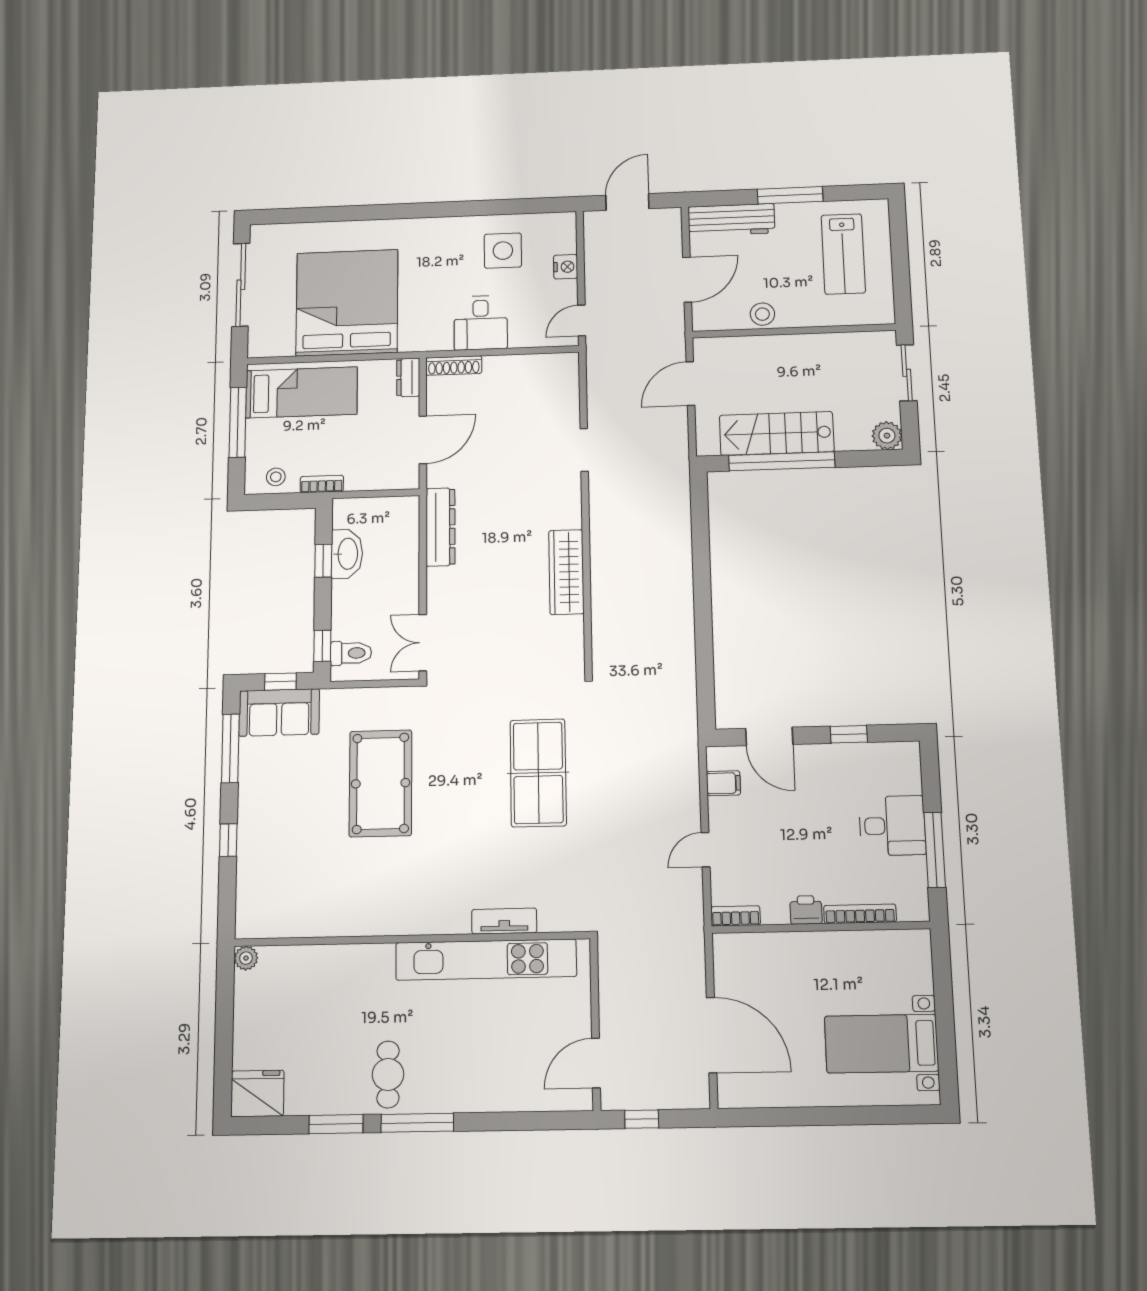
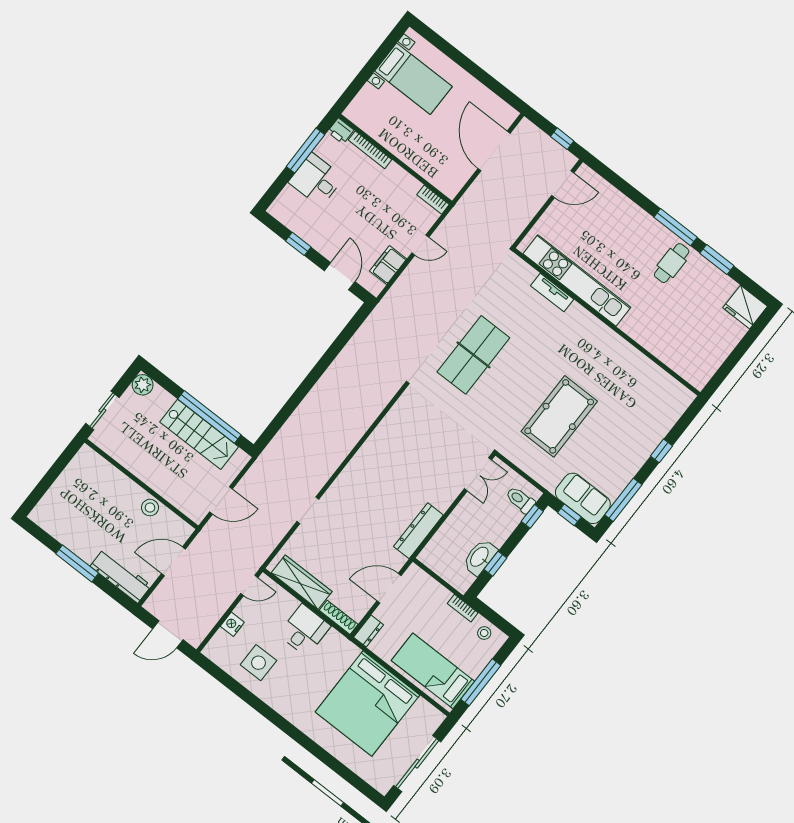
lab bench: (843, 254) -> (78, 505), removed
wardrobe: (566, 572) -> (302, 582), moved, turned -90
filing cabinet: (723, 783) -> (388, 265), width x2.00
printer: (806, 910) -> (341, 131), moved
plant: (246, 958) -> (699, 381), removed

